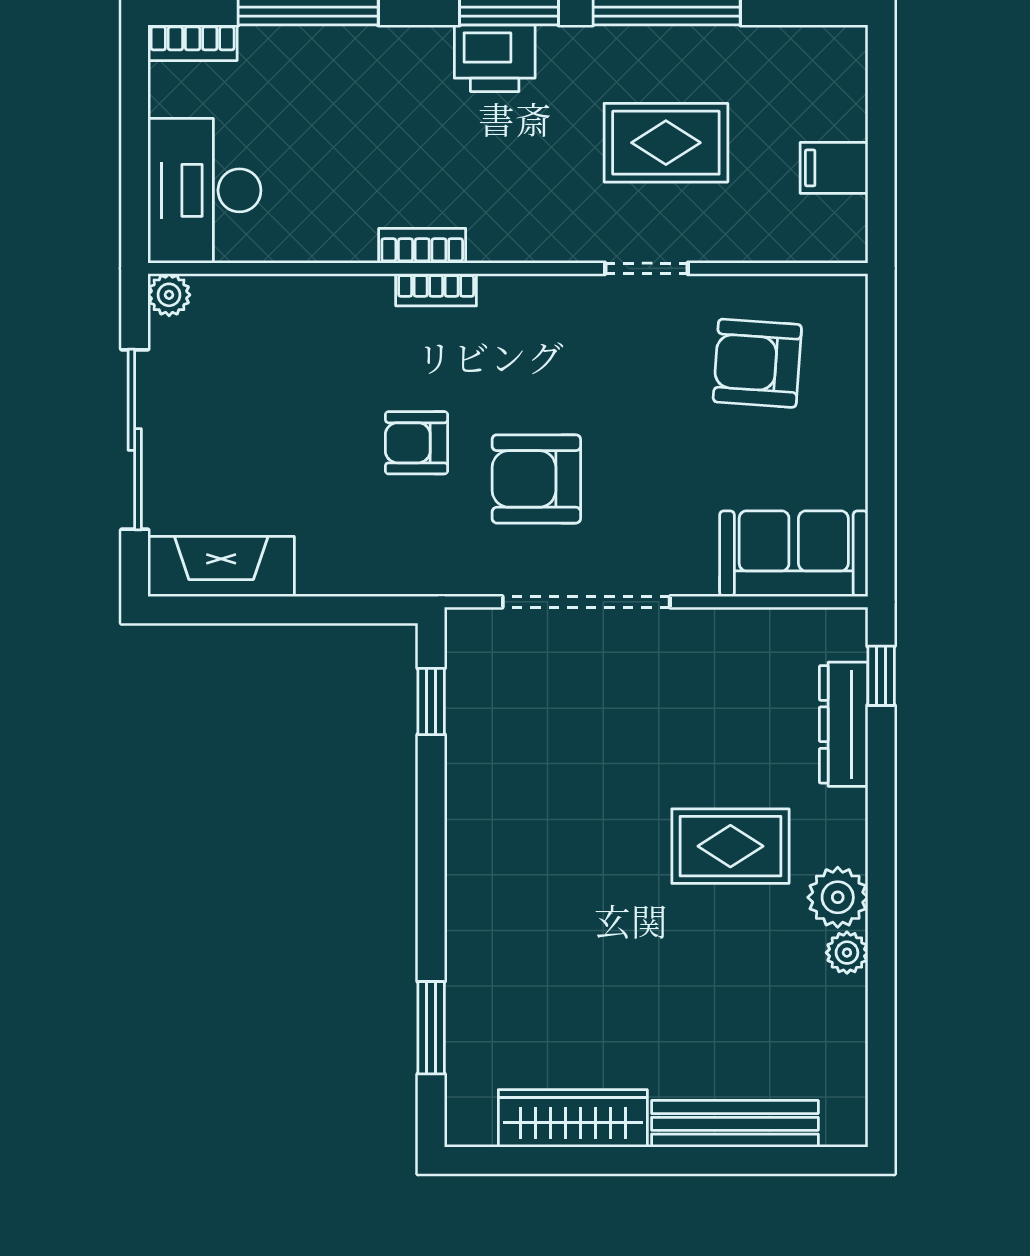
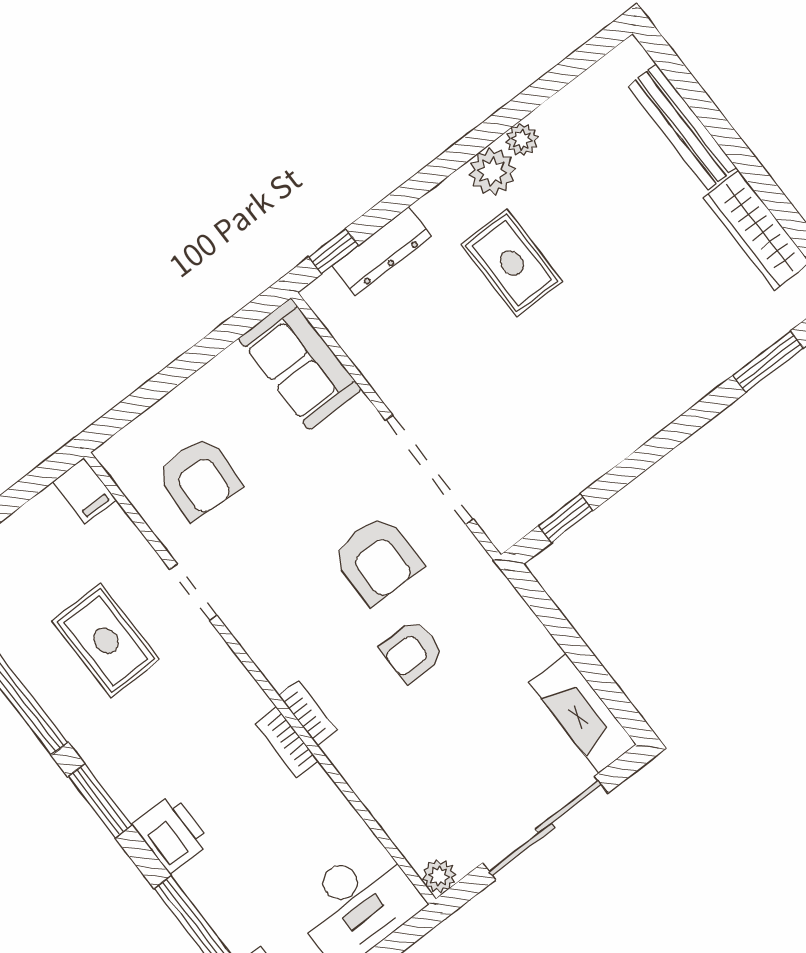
printer: (495, 58) -> (171, 834), moved
filing cabinet: (834, 168) -> (84, 491), moved
armchair: (417, 443) -> (412, 651), turned 90

